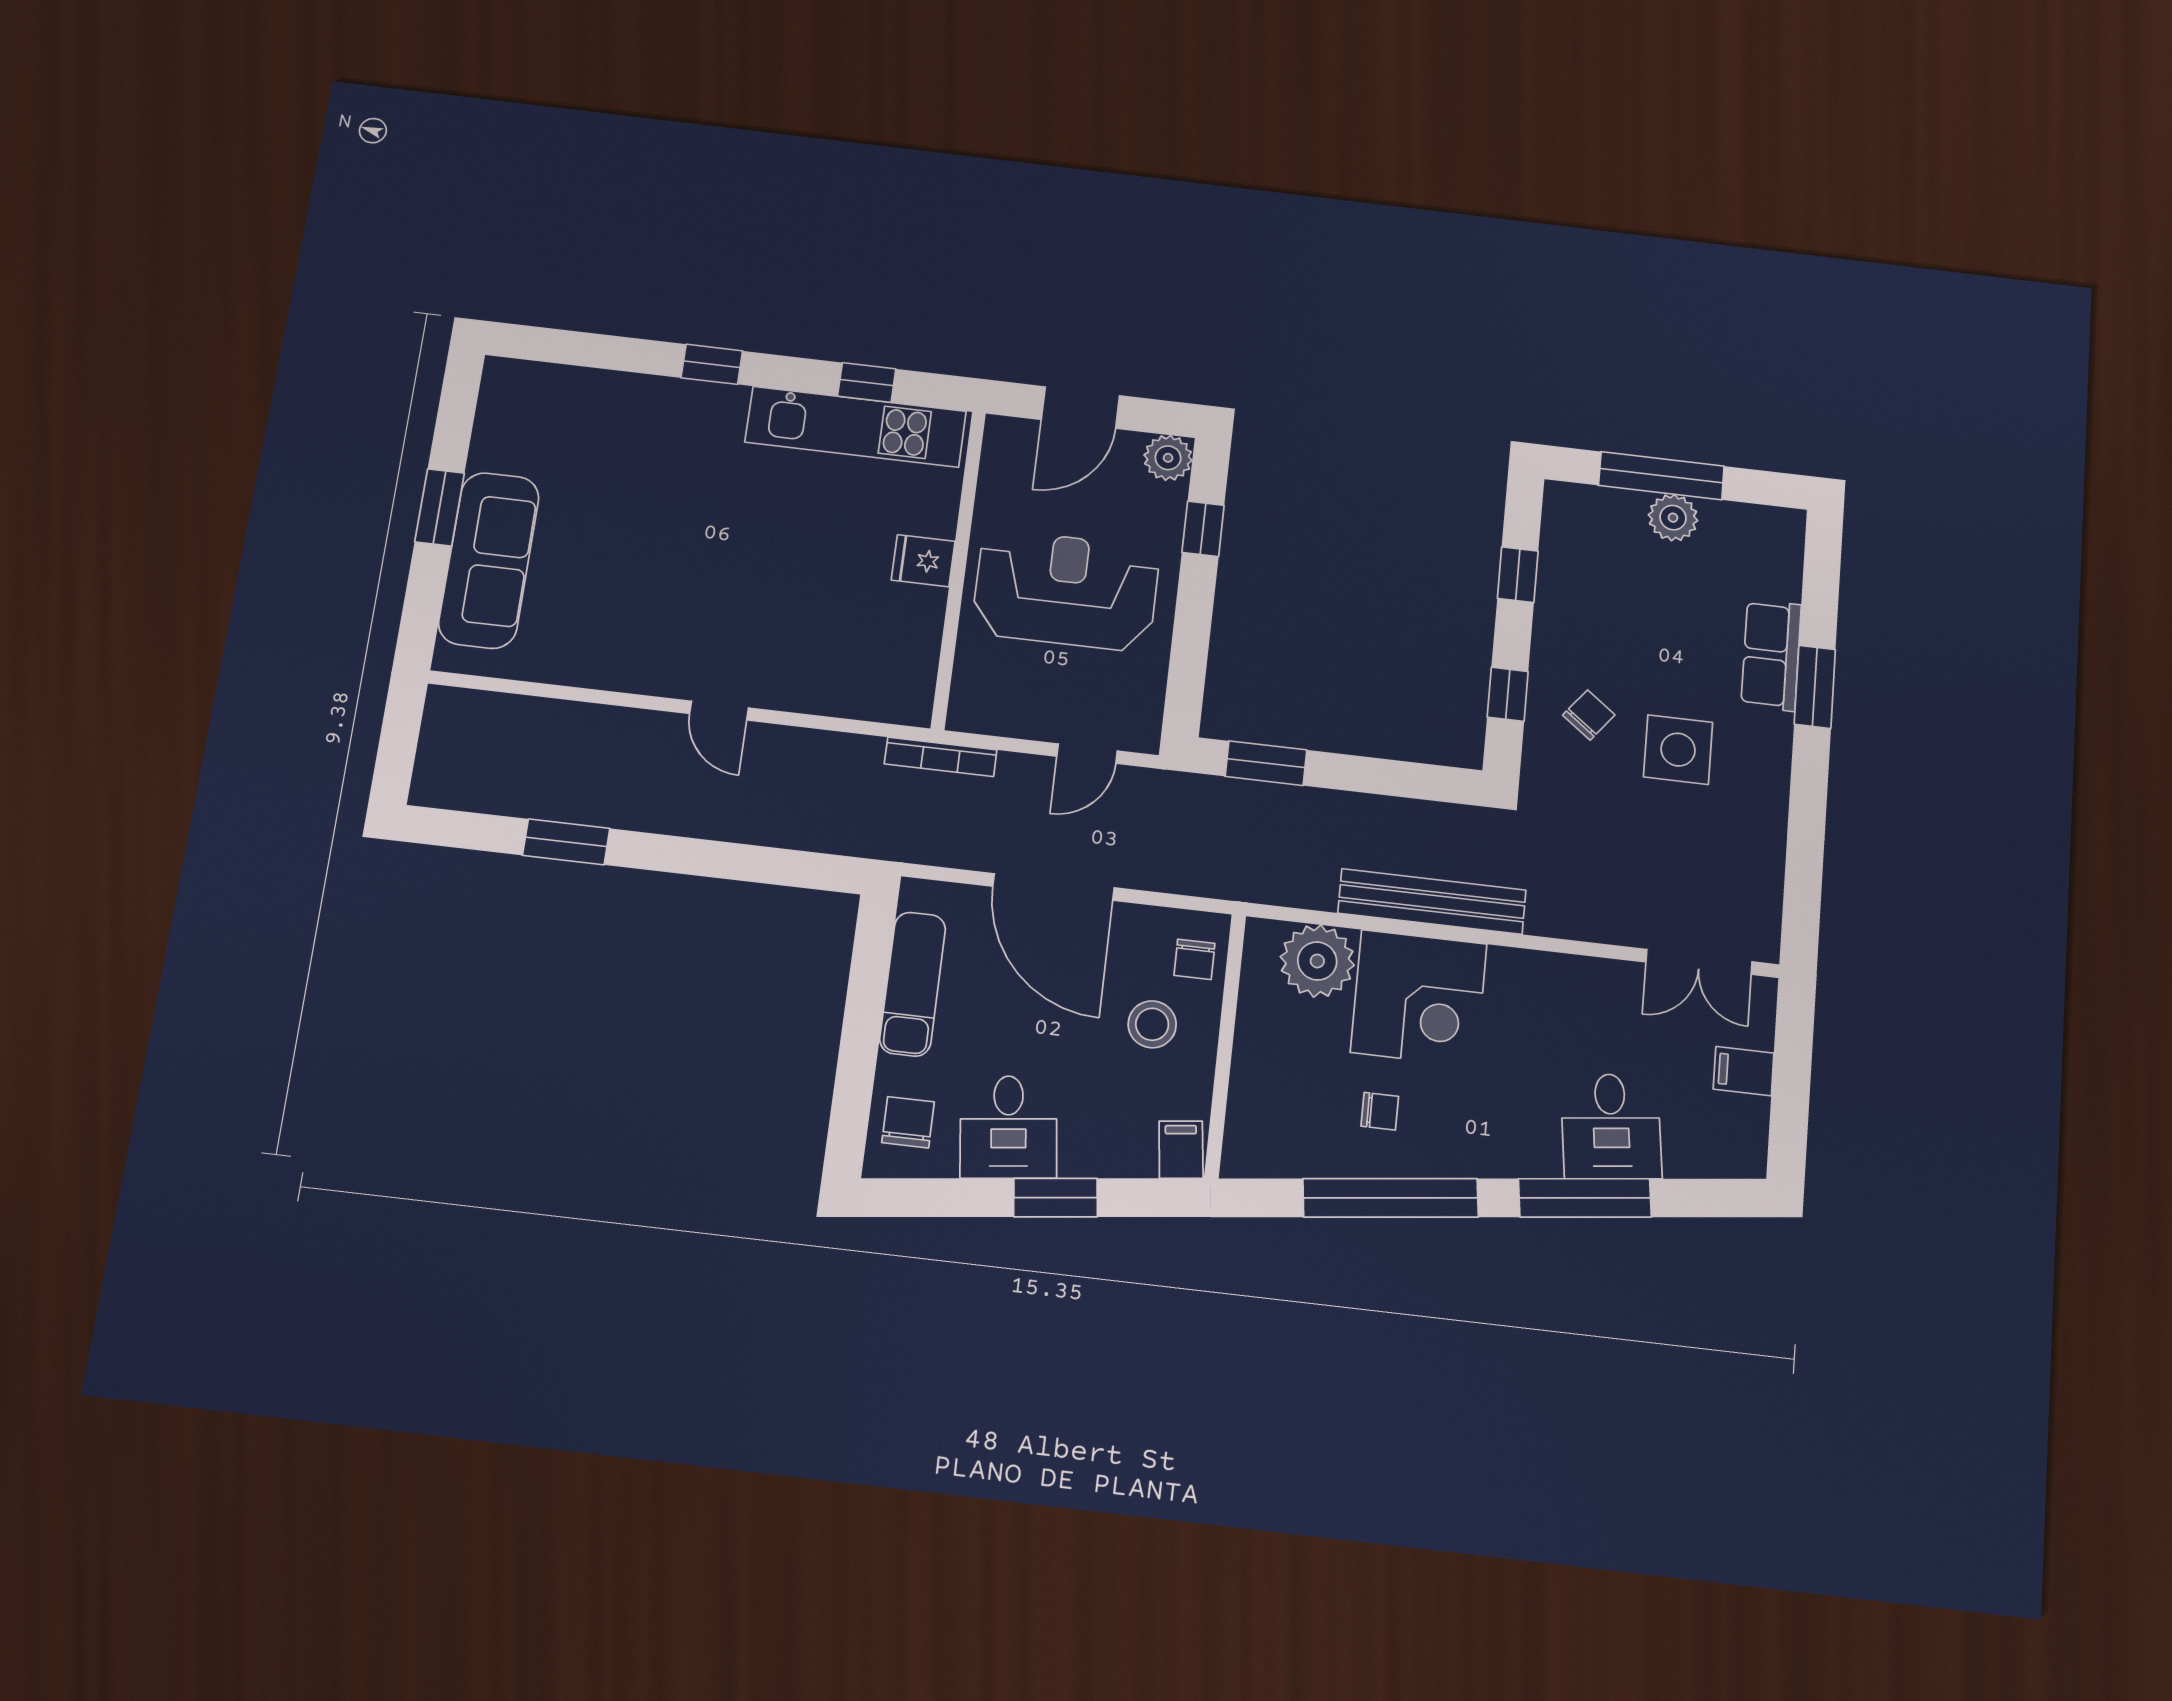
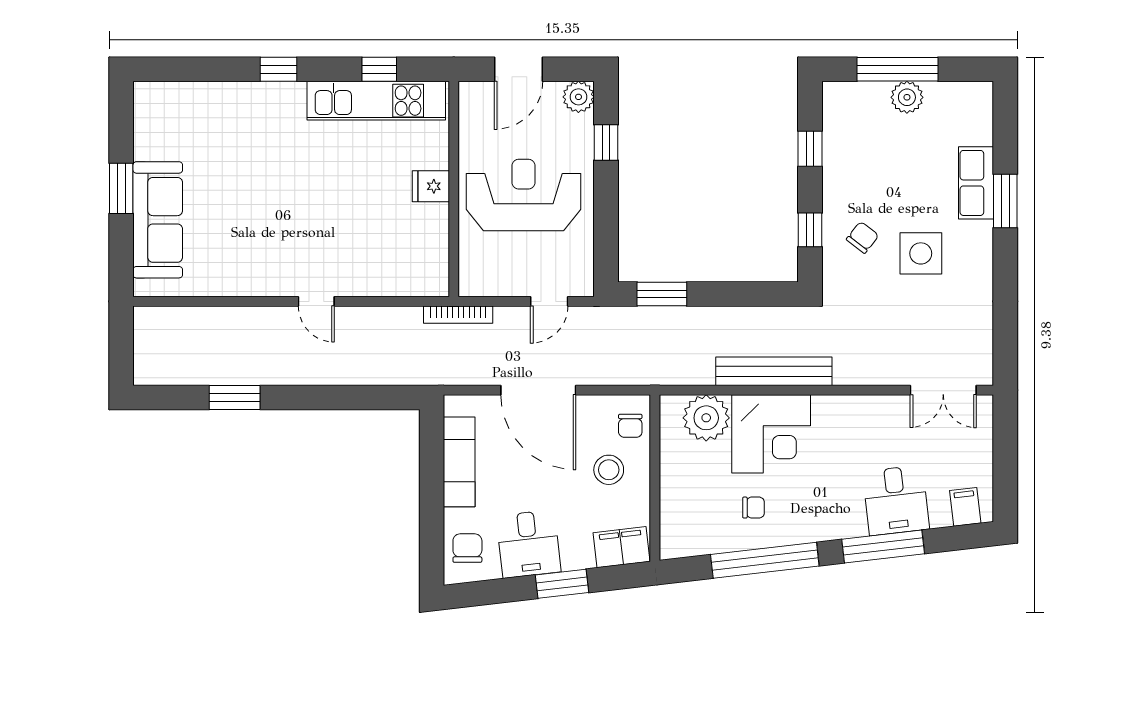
filing cabinet: (1744, 1071) -> (965, 507), moved, turned 83
filing cabinet: (1181, 1150) -> (621, 547), width x2.00

